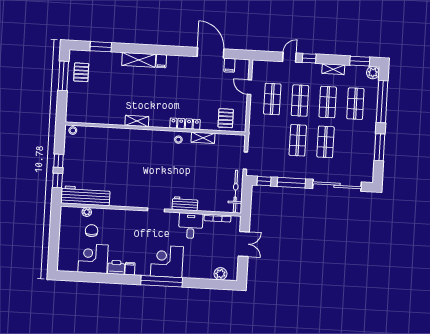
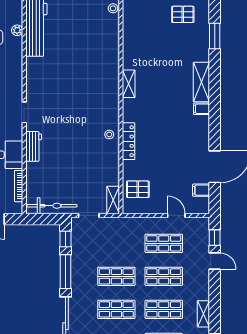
window: (309, 58) -> (215, 238), moved
door: (249, 87) -> (176, 215), hinge flipped
shelving: (203, 138) -> (113, 200), moved

